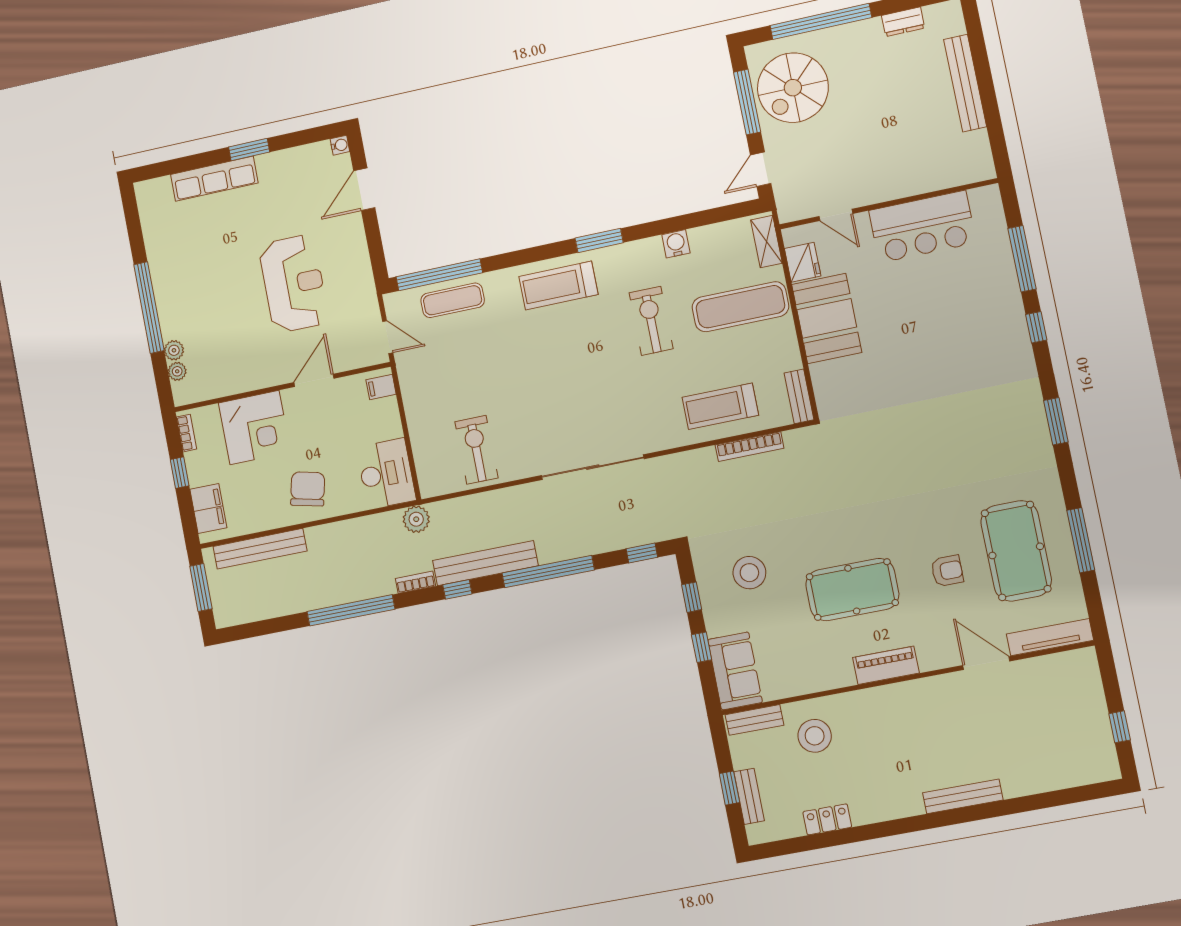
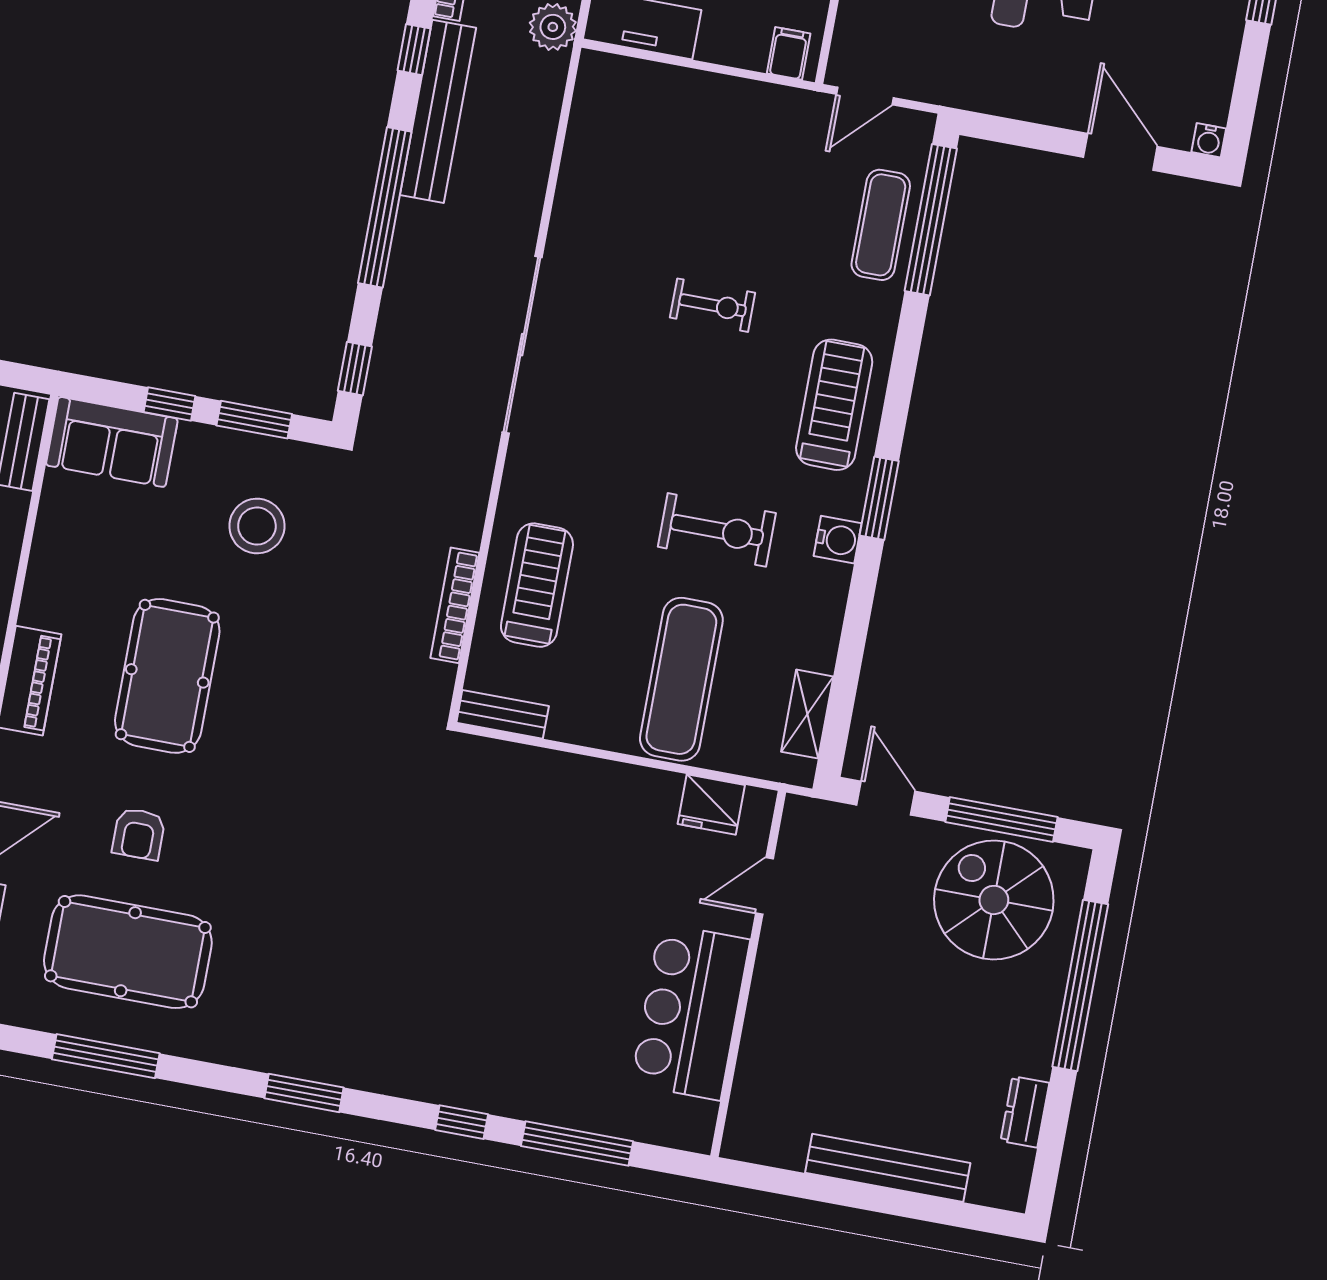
shelving: (766, 242) -> (807, 714), moved, turned 90
water cooler: (676, 244) -> (838, 540), moved
booth: (827, 318) -> (607, 806), removed
exercise bike: (476, 450) -> (713, 305), moved, width x0.73, depth x0.72
window: (692, 597) -> (254, 420), width x1.50

